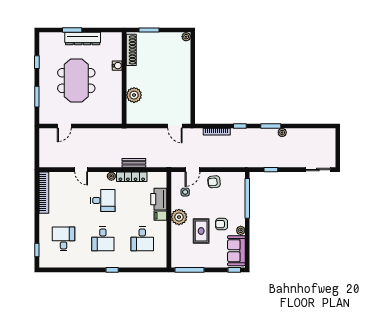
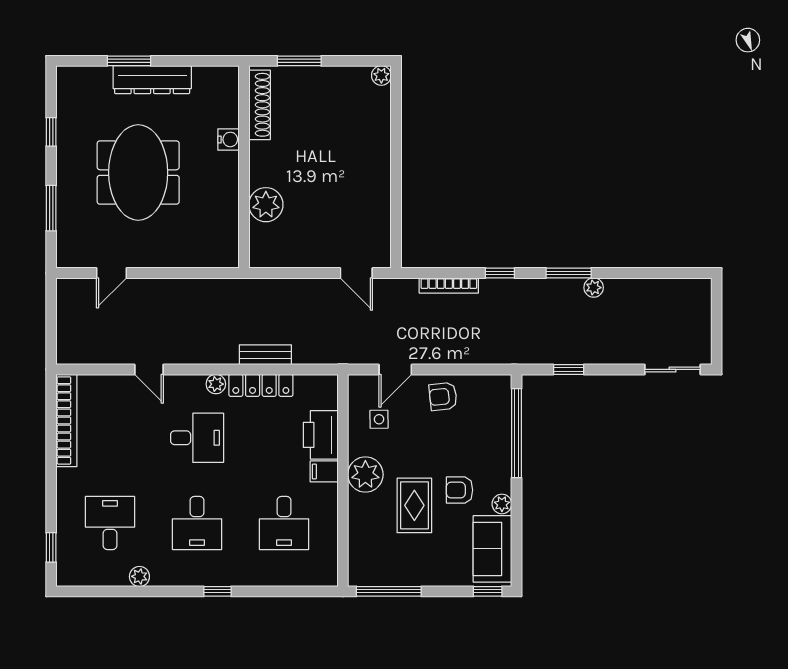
plant: (77, 263) -> (139, 576), added

